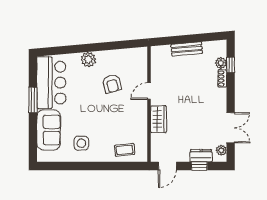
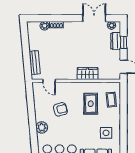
bench: (187, 49) -> (35, 63), moved
window: (231, 65) -> (46, 18), removed
door: (149, 91) -> (49, 81), moved
rug: (119, 123) -> (91, 104), added

